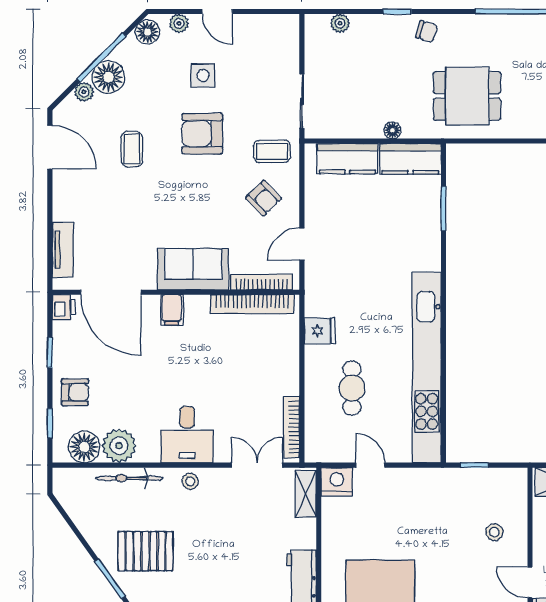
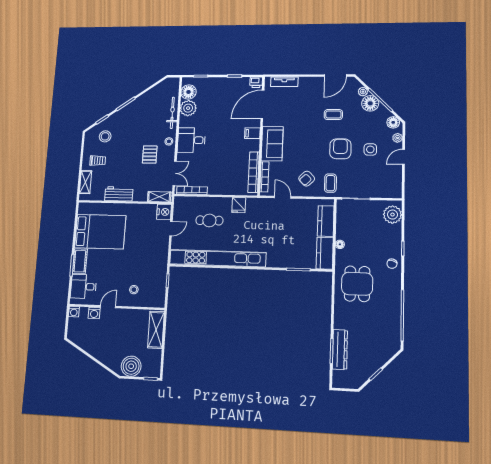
plant: (340, 23) -> (392, 215), width x1.88, depth x1.88
armchair: (75, 392) -> (215, 88), removed
pallet: (145, 551) -> (150, 155), moved, width x0.67, depth x0.71

